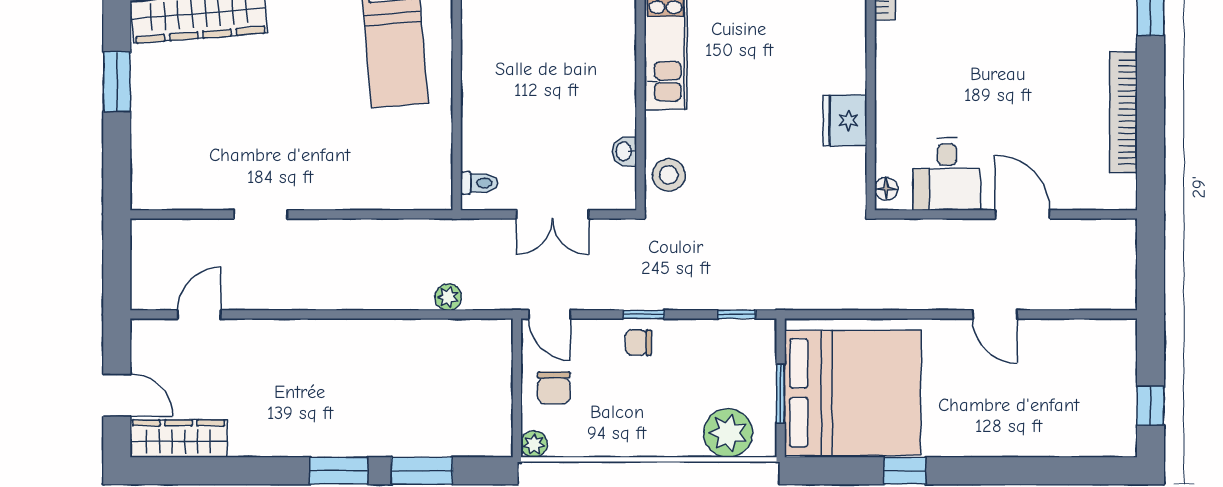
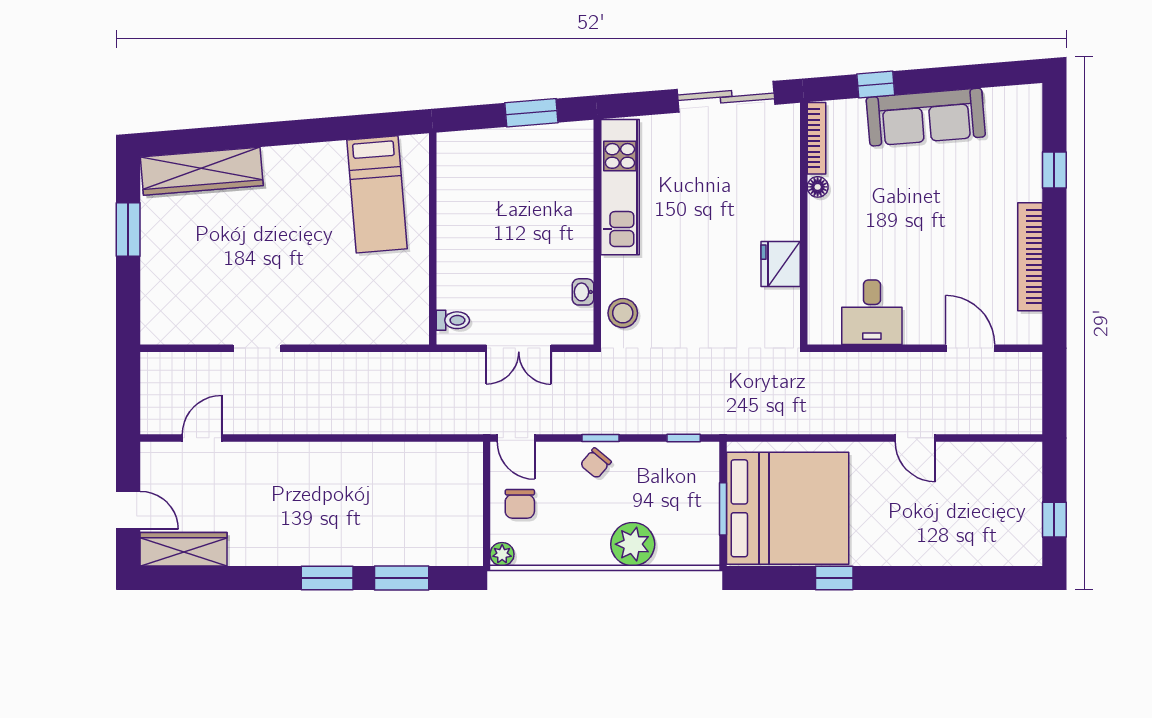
floor lamp: (886, 189) -> (818, 187), moved
door: (1022, 214) -> (970, 348), moved
plant: (448, 297) -> (425, 422), removed
chair: (639, 343) -> (596, 463), turned -50
plant: (728, 433) -> (633, 544), moved

